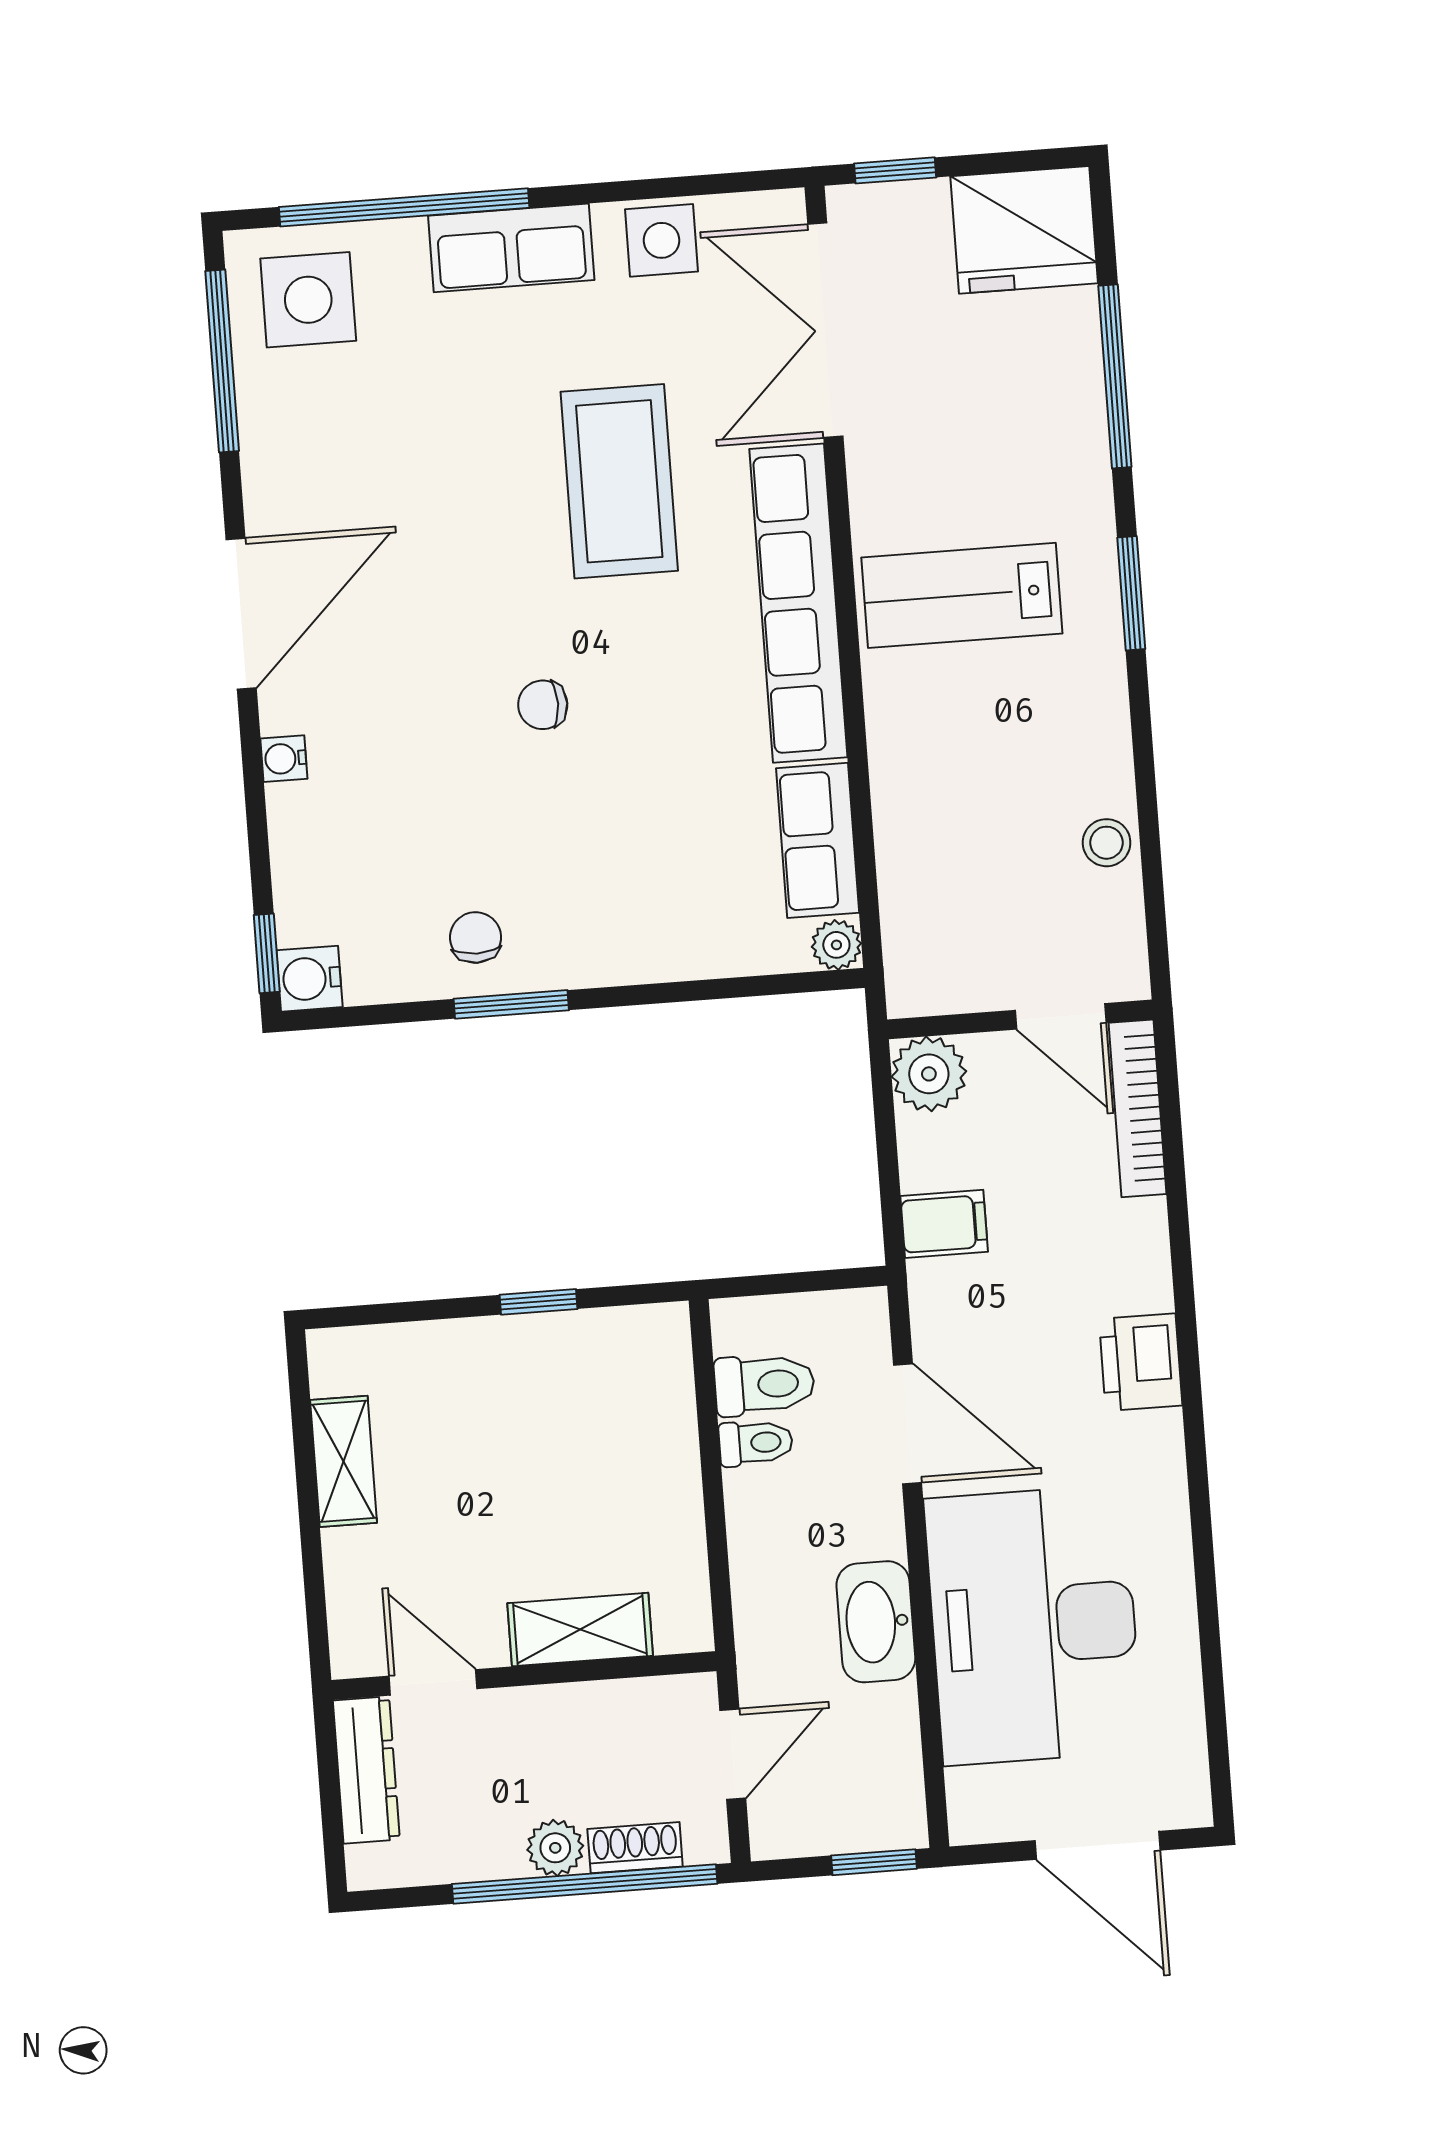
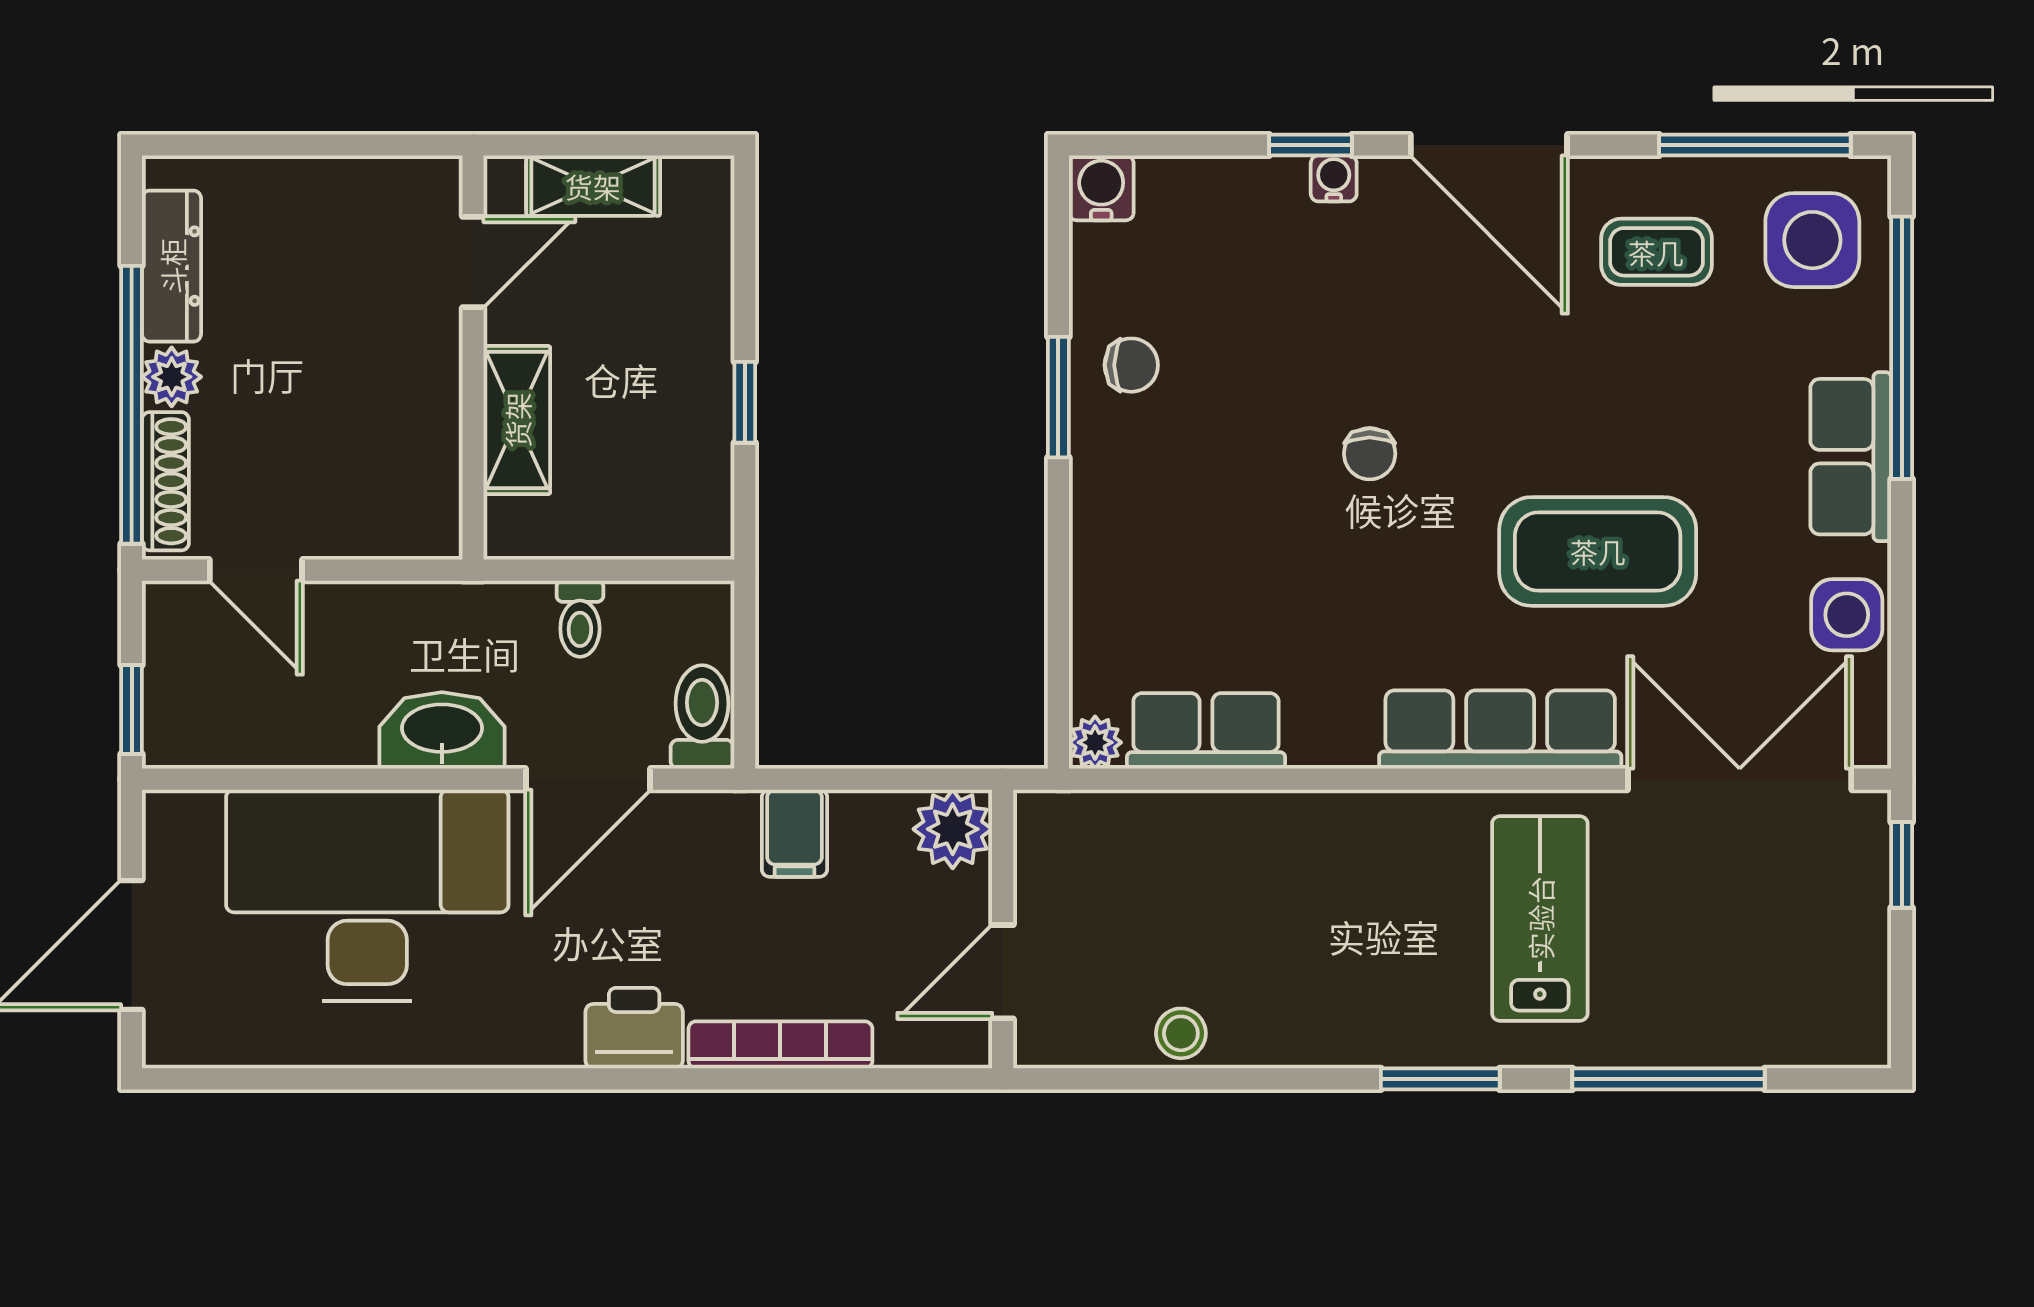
fridge: (1024, 230) -> (1829, 995), removed
coffee table: (331, 447) -> (1656, 252), added
lab bench: (962, 595) -> (1540, 918), moved
row of seats: (798, 603) -> (1500, 730), width x0.73
chair: (543, 705) -> (1370, 454), turned 180
window: (267, 953) -> (1310, 145), moved
bookcase: (1137, 1108) -> (780, 1045), moved
toilet: (764, 1385) -> (702, 717), moved, turned 180
washbasin: (876, 1622) -> (442, 730), moved
shelving: (580, 1630) -> (517, 420), moved
wall: (524, 1676) -> (473, 358), moved
door: (433, 1682) -> (473, 262), moved
dresser: (366, 1770) -> (172, 266), moved, turned -90
shoe rack: (635, 1848) -> (165, 481), width x1.43

